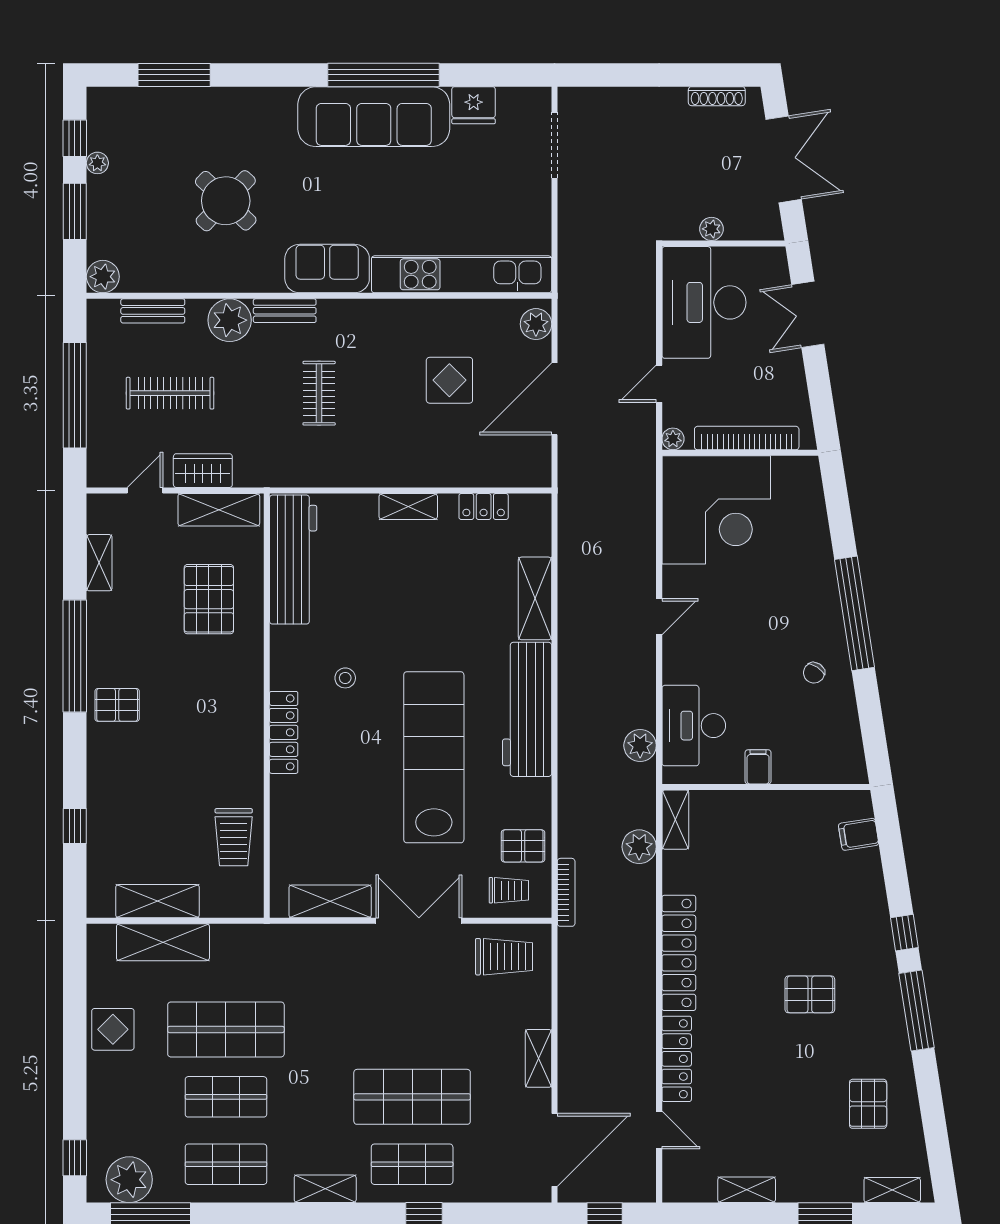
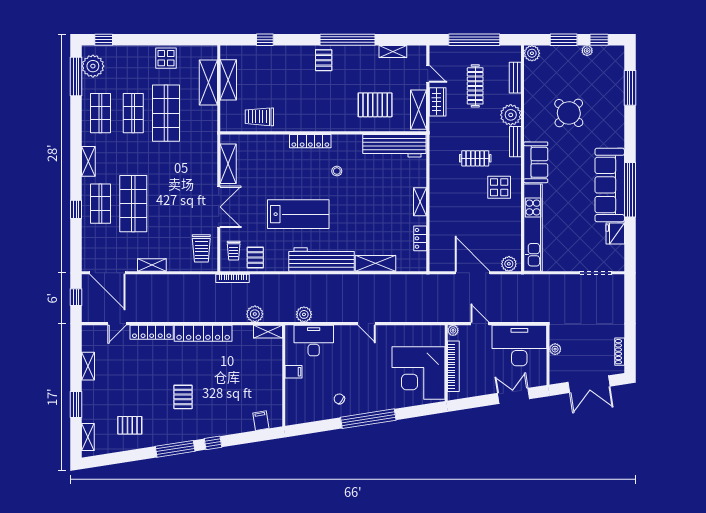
display table: (449, 380) -> (499, 187), moved
corner desk: (716, 510) -> (418, 373), moved
lab bench: (434, 757) -> (298, 214), width x0.73

